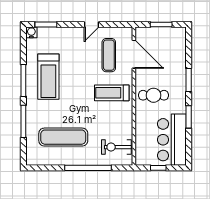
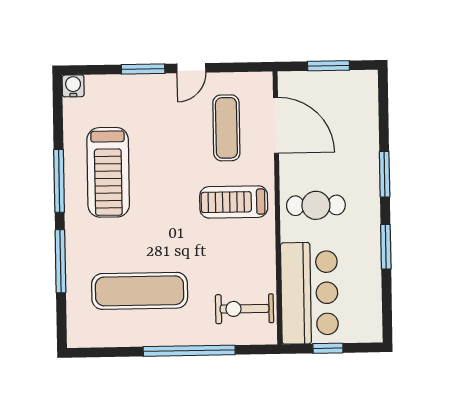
window: (46, 24) -> (143, 69), moved
bar counter: (172, 140) -> (309, 293), moved, turned 180

